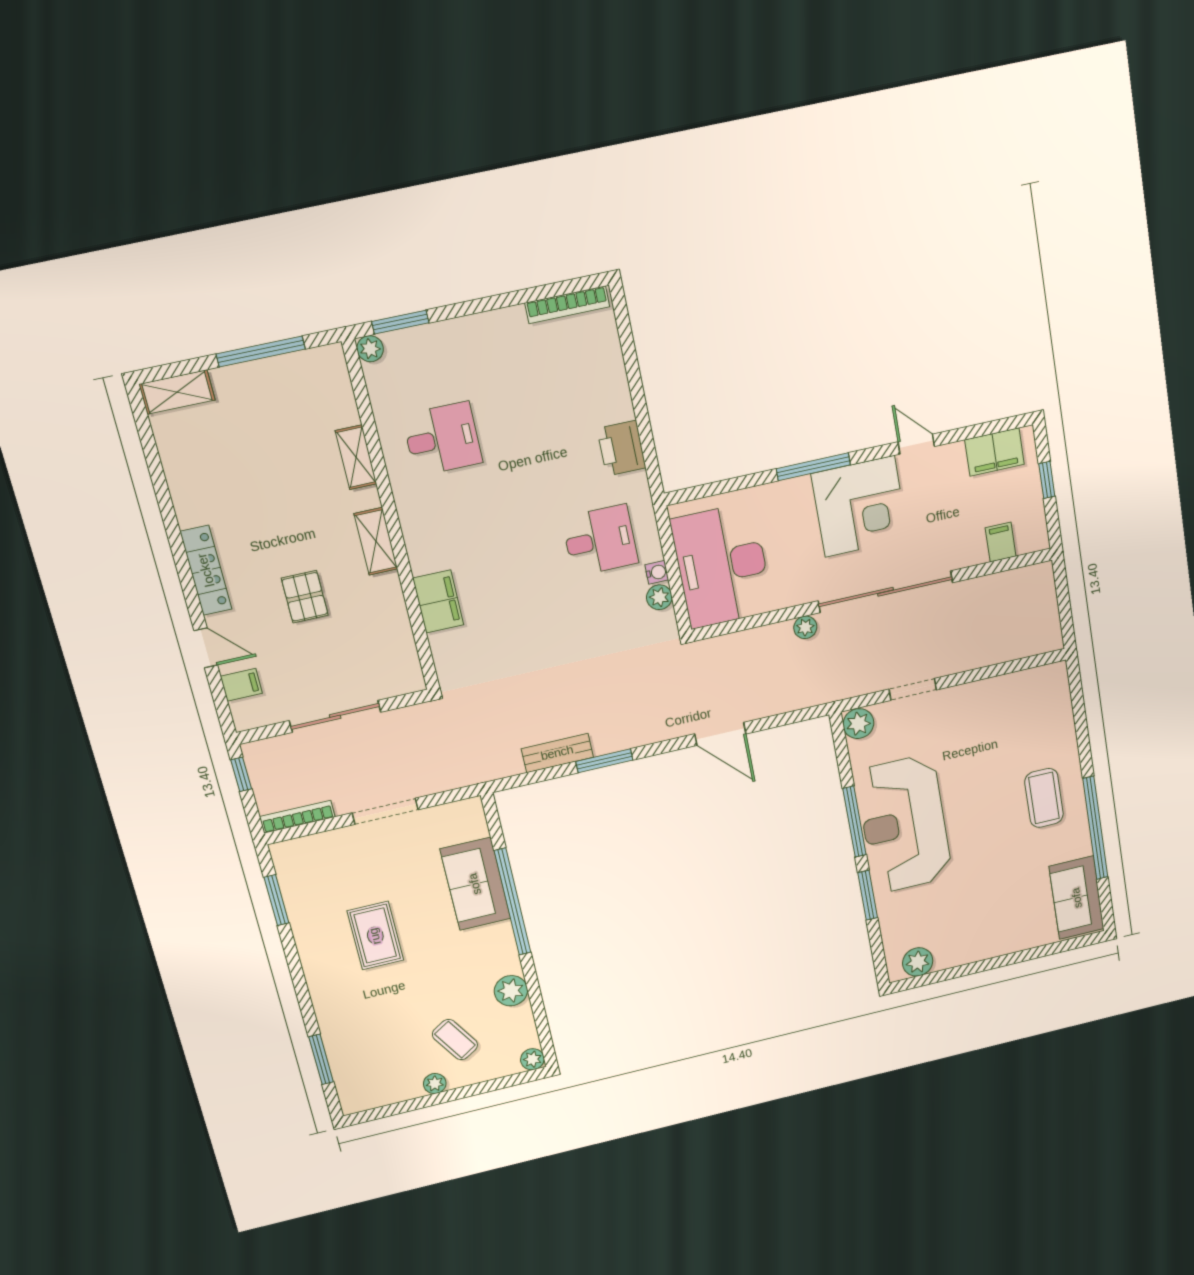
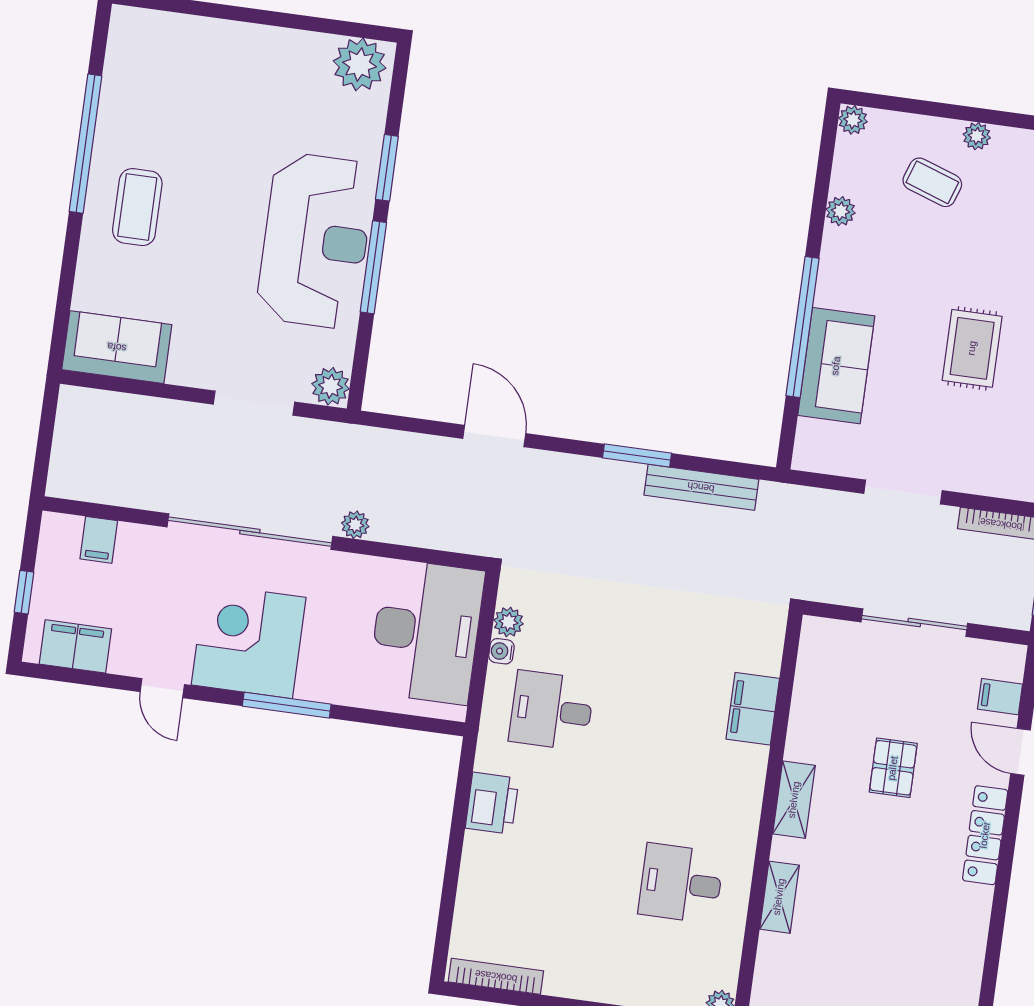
doorway: (913, 689) -> (254, 403), width x1.38
bench: (557, 753) -> (701, 487), width x1.36
sofa: (1077, 898) -> (117, 347), moved, turned -90
plant: (918, 962) -> (360, 64), width x1.36, depth x1.36
plant: (511, 991) -> (841, 211), width x0.73, depth x0.73
coffee table: (455, 1040) -> (932, 182), turned -39

